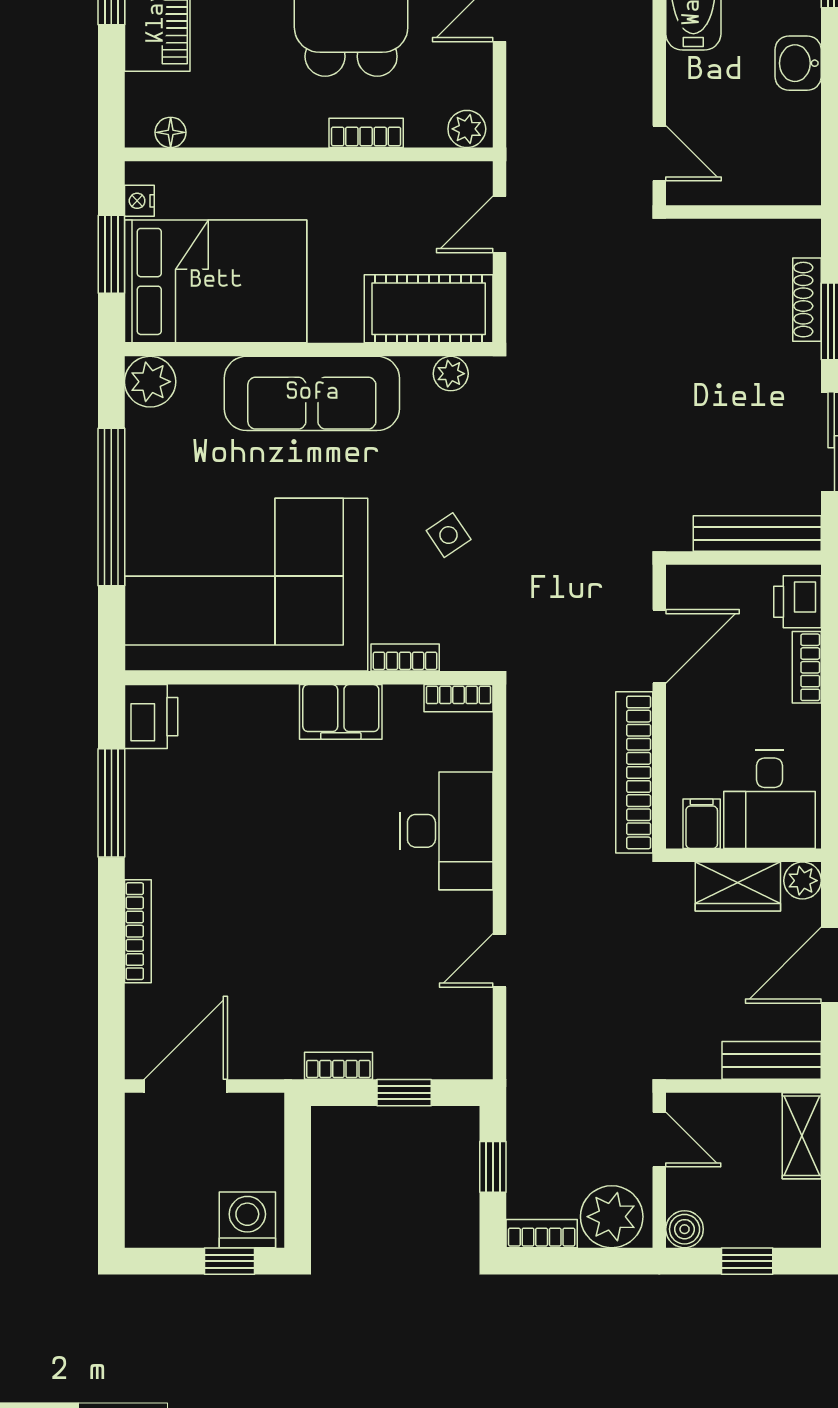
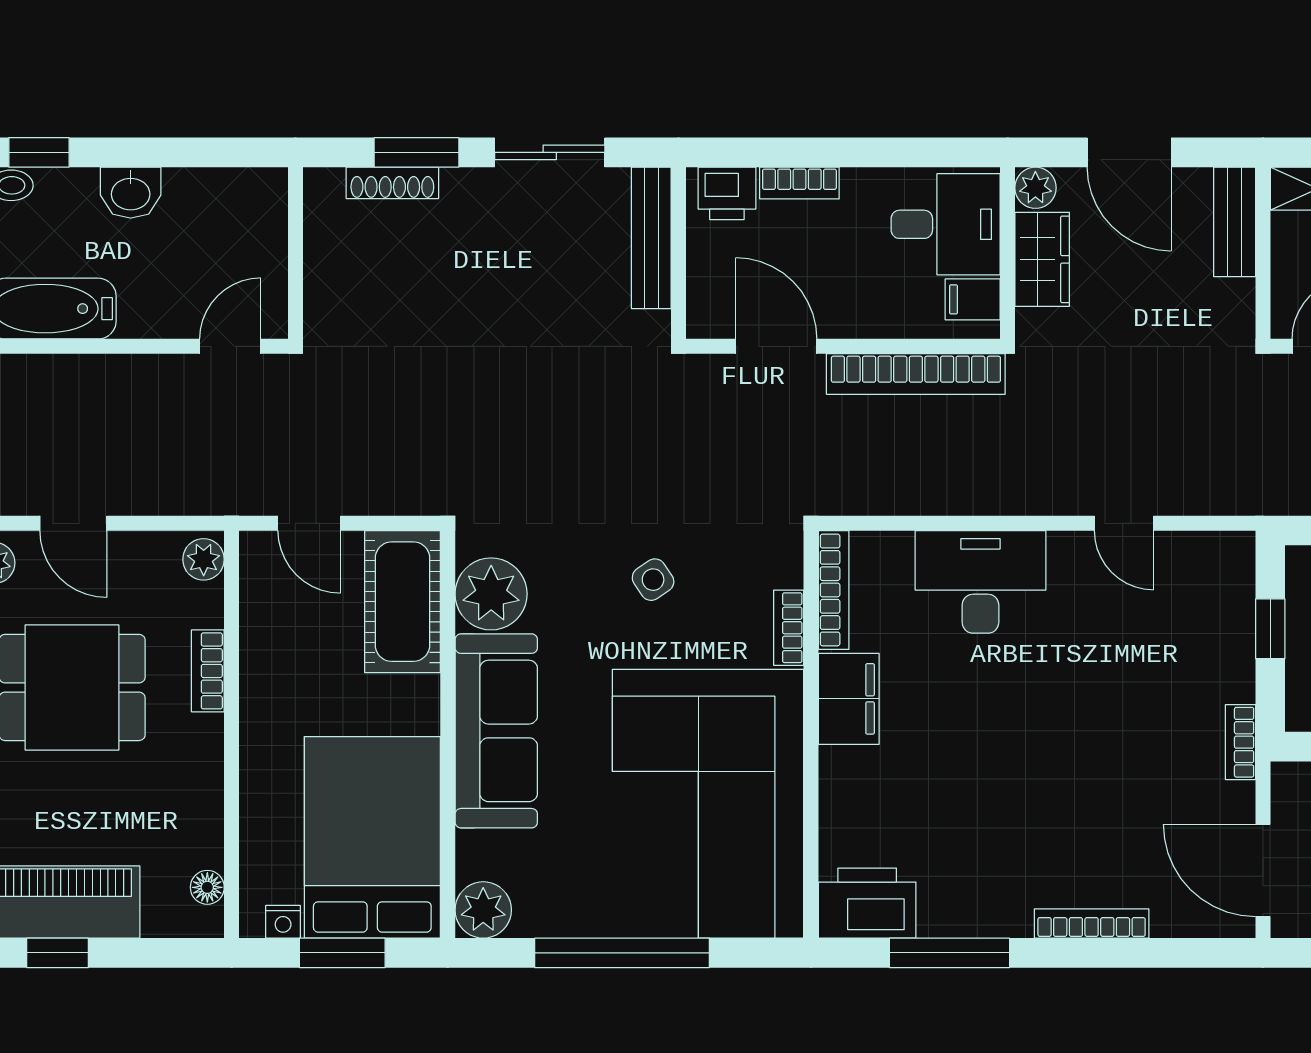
plant: (451, 374) -> (491, 594), width x1.88, depth x1.88
bookcase: (458, 698) -> (834, 590), width x1.56
printer: (151, 717) -> (867, 903), width x1.37, depth x1.19
bookcase: (338, 1066) -> (1240, 742), moved

